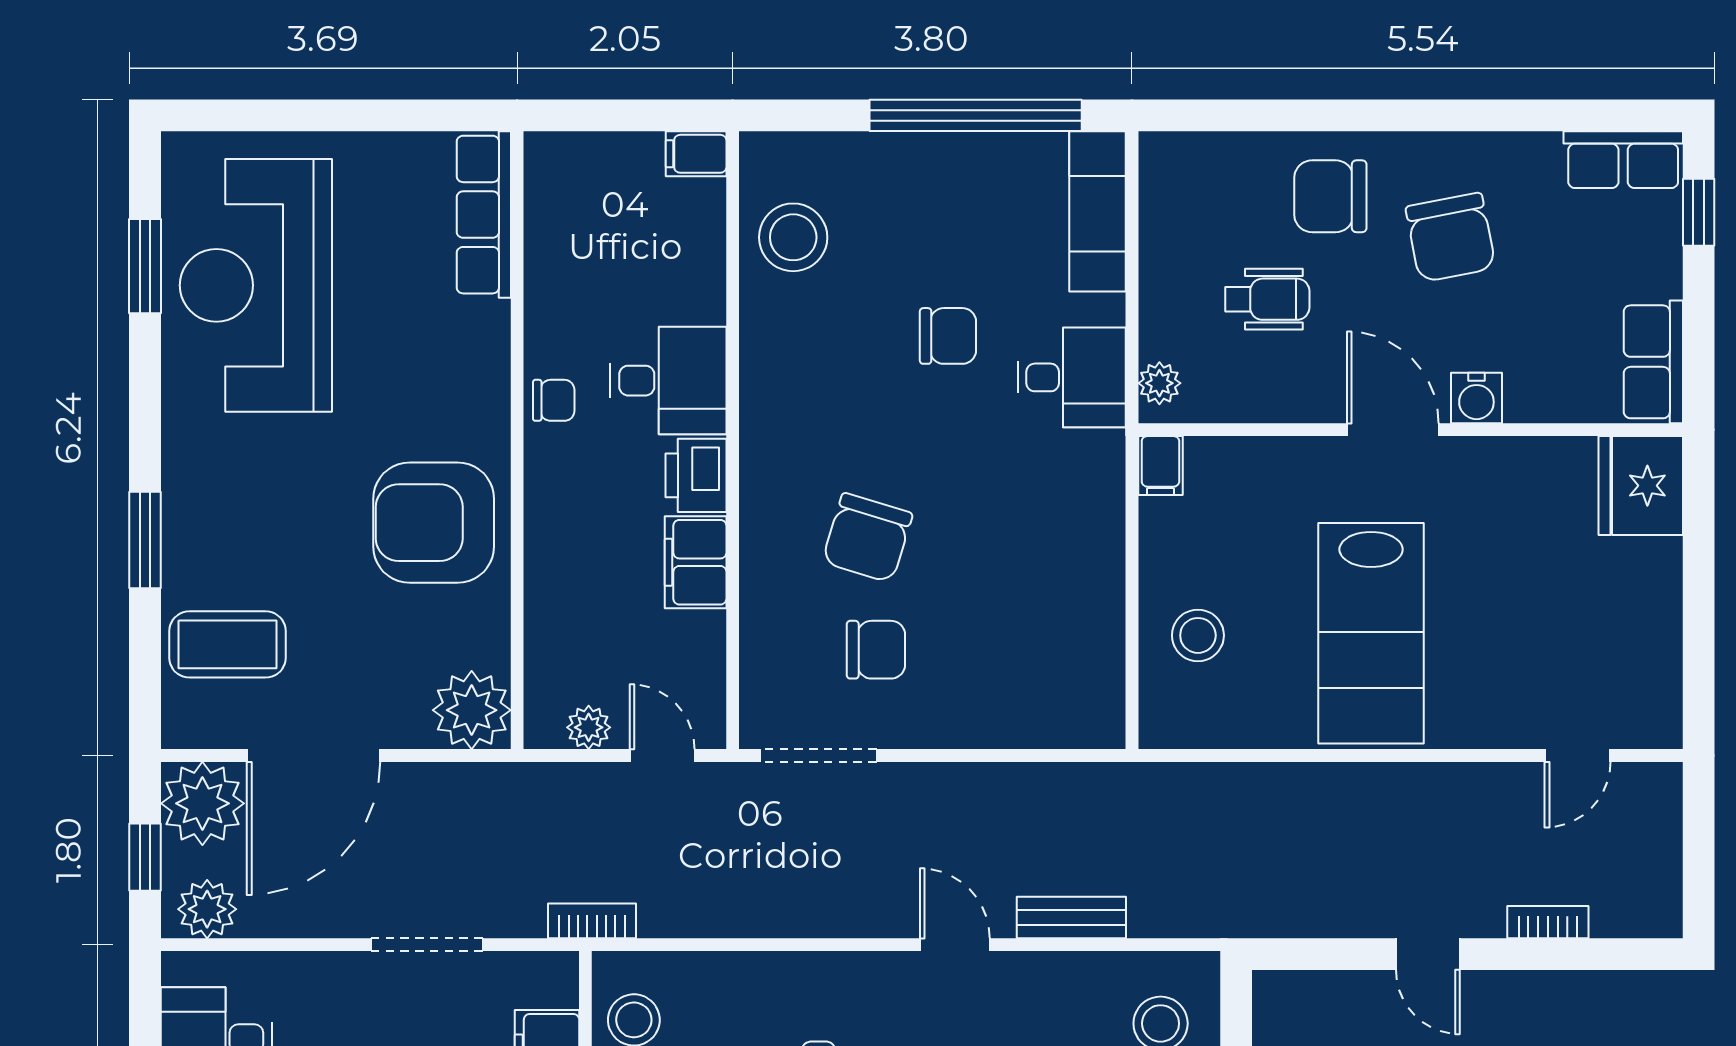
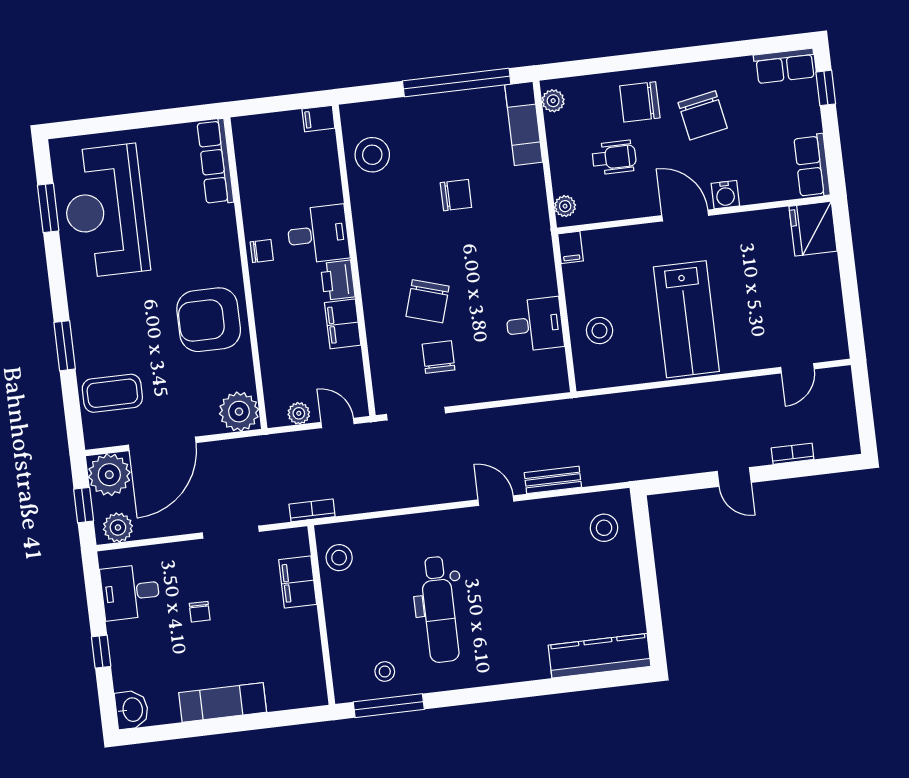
plant: (1161, 174) -> (553, 101), added
desk: (1072, 377) -> (535, 324), moved
chair: (876, 650) -> (439, 357), turned -90

